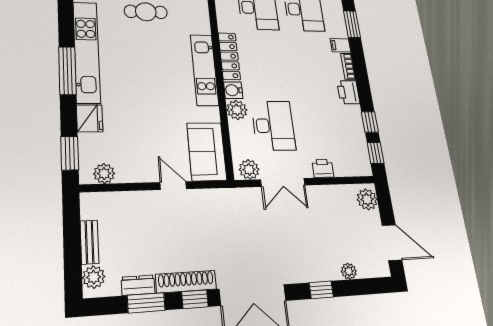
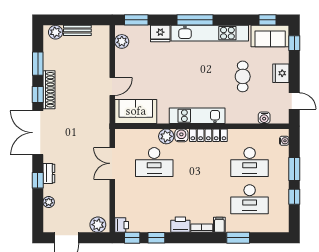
printer: (323, 168) -> (122, 225), moved
plant: (249, 169) -> (122, 140), removed
dresser: (138, 285) -> (49, 173), moved

